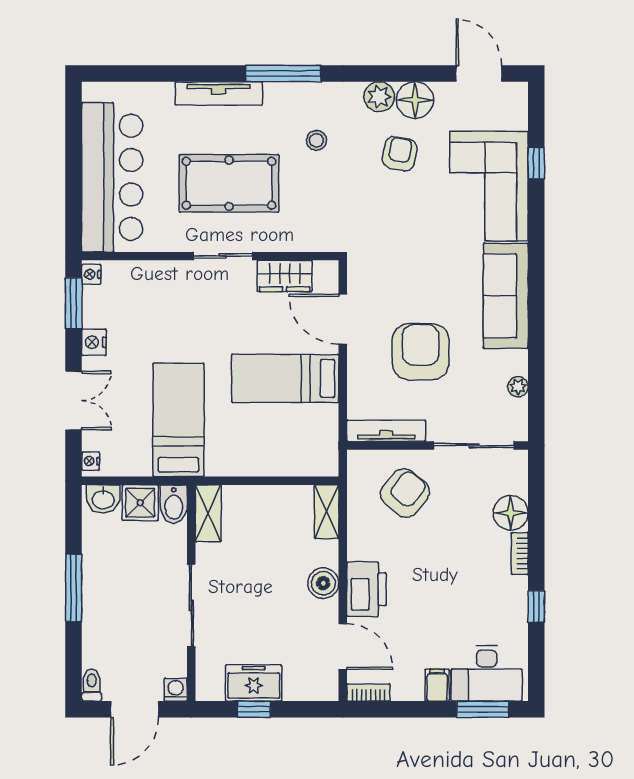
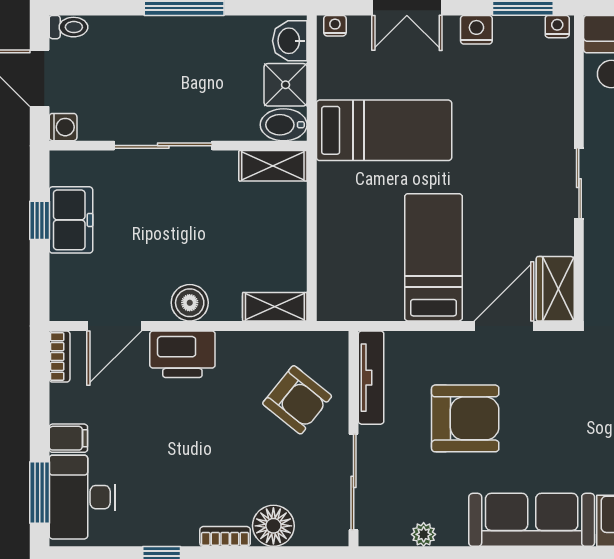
wardrobe: (285, 276) -> (555, 289), moved

